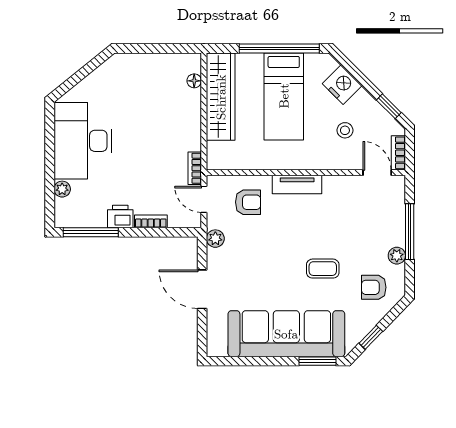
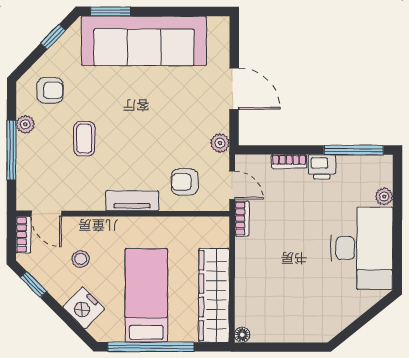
floor lamp: (194, 81) -> (242, 335), moved
coffee table: (323, 269) -> (84, 139), moved, turned 90

